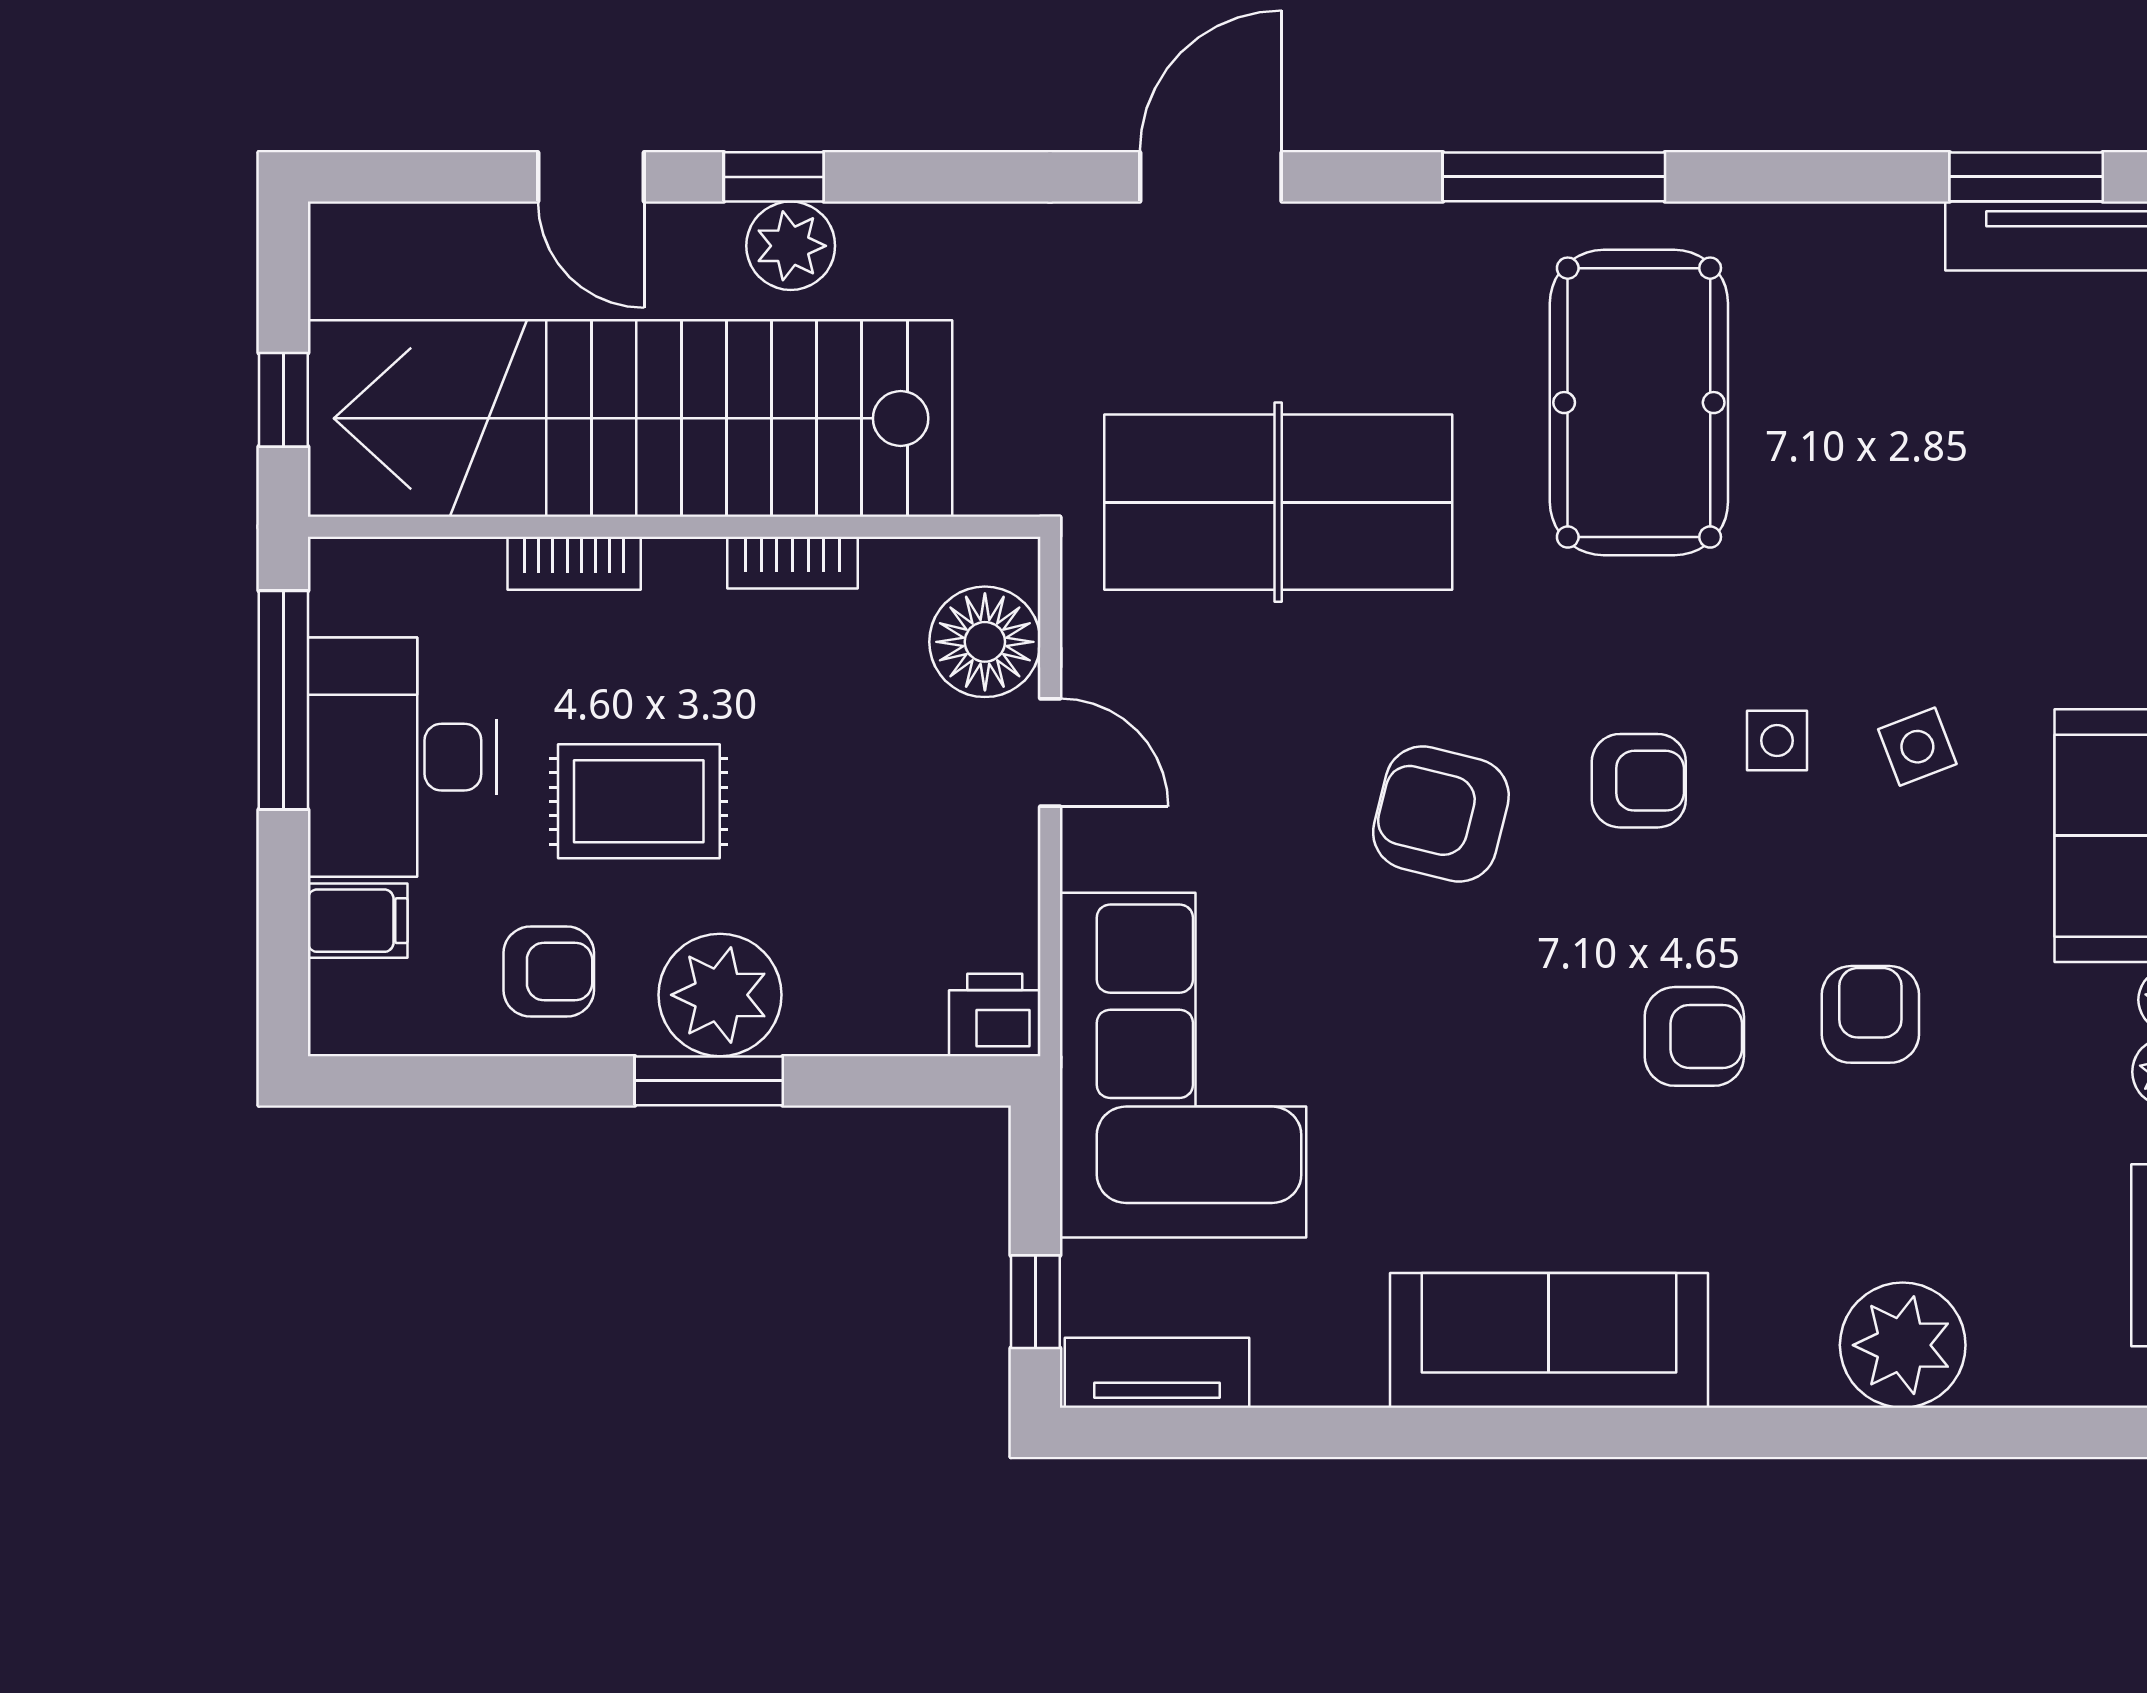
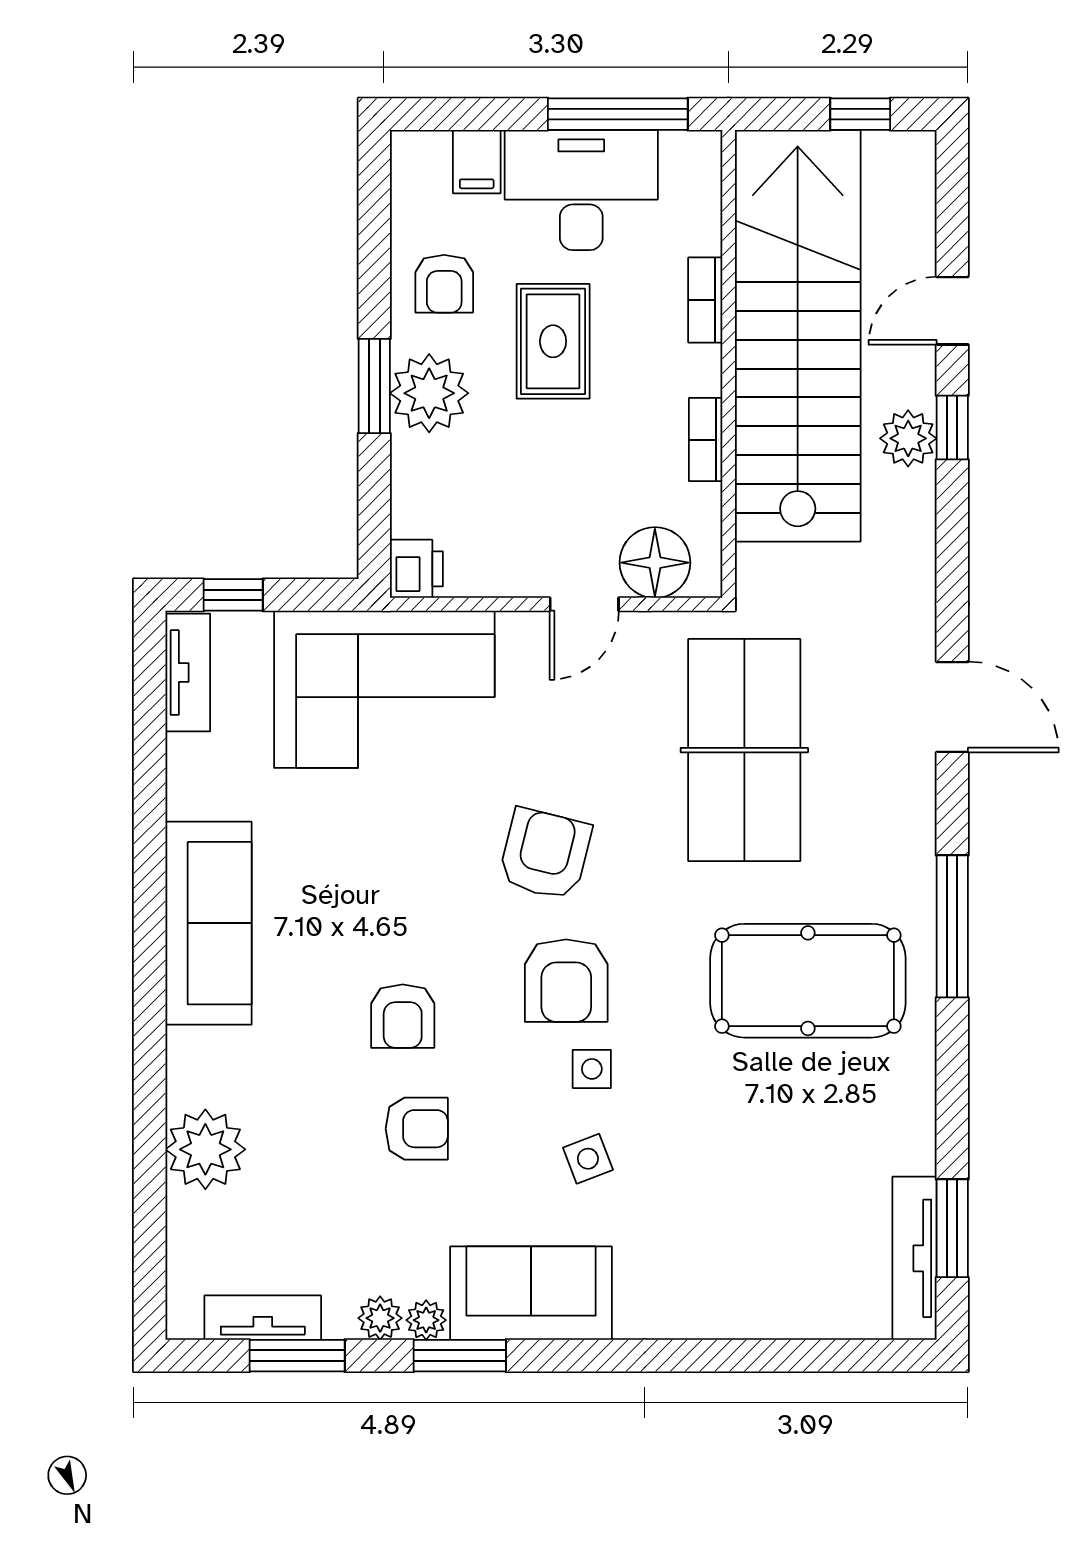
window: (283, 400) -> (860, 114), moved
armchair: (1639, 781) -> (566, 981), width x1.38, depth x1.38

